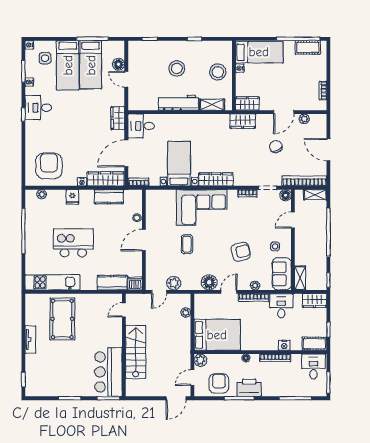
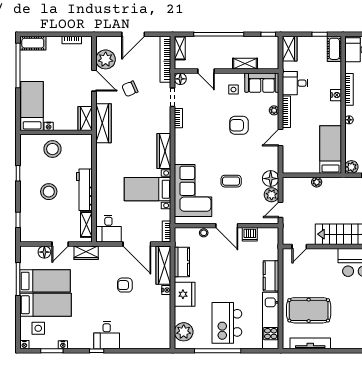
cot: (308, 47) -> (33, 43), moved, turned 90
shelving: (212, 105) -> (86, 225), moved
desk: (38, 108) -> (107, 335), moved
wardrobe: (118, 118) -> (86, 253), moved
plant: (304, 119) -> (106, 59), width x1.88, depth x1.88
wardrobe: (243, 121) -> (104, 123), width x1.50
armchair: (49, 166) -> (125, 285), moved, width x0.53, depth x0.53
plant: (42, 194) -> (184, 332), width x1.87, depth x1.87
fridge: (72, 197) -> (185, 294), width x1.88, depth x1.34
corner sofa: (202, 207) -> (193, 191), moved
kitchen island: (73, 243) -> (227, 323), moved
armchair: (241, 252) -> (239, 125), turned -76
shelving: (300, 278) -> (245, 64), moved
floor lamp: (209, 282) -> (271, 179), moved
kitchen counter: (112, 283) -> (271, 276), moved
dishwasher: (135, 283) -> (250, 234), moved, turned -90
door: (159, 292) -> (281, 210), swing flipped
door: (229, 292) -> (281, 138), hinge flipped
door: (124, 310) -> (299, 246), hinge flipped
plant: (186, 313) -> (317, 182), moved
bed: (217, 335) -> (331, 150), width x0.67
tv unit: (30, 339) -> (310, 343), moved, width x1.41
nightstand: (284, 345) -> (336, 95), moved

